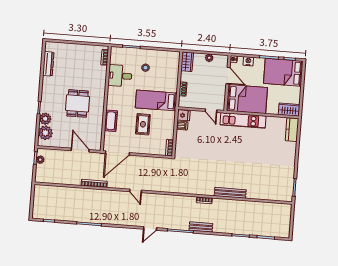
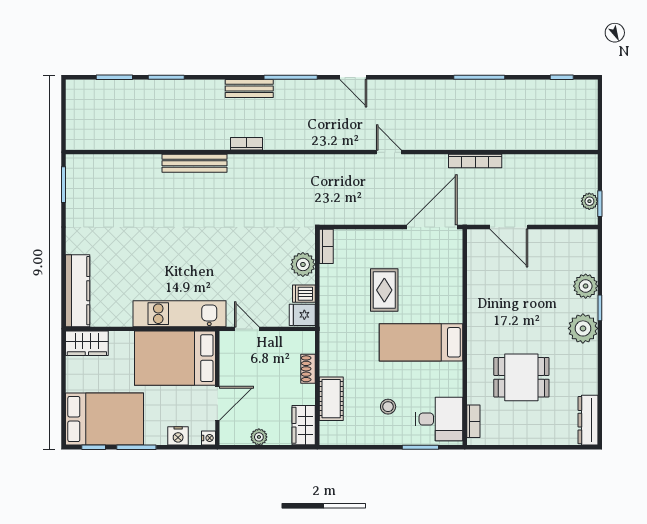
dresser: (48, 64) -> (588, 420), moved
desk: (120, 76) -> (439, 419), moved
door: (228, 76) -> (217, 403), swing flipped
bed: (156, 100) -> (421, 342), moved, turned 180
dining table: (78, 103) -> (521, 377), moved, turned 90
cot: (111, 121) -> (331, 399), moved
kitchen counter: (292, 130) -> (78, 291), width x1.50
plant: (45, 133) -> (583, 328), moved
plant: (181, 140) -> (303, 264), added
door: (150, 228) -> (353, 77), swing flipped

